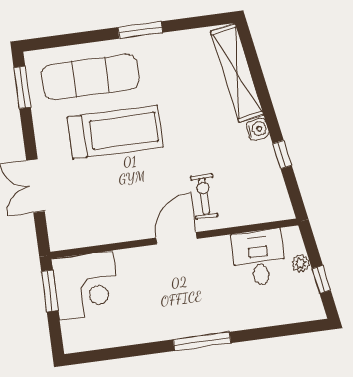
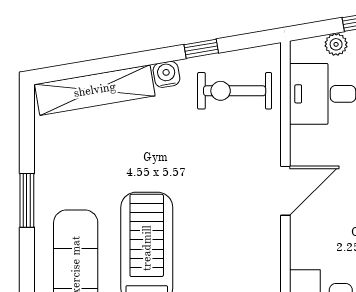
exercise bike: (204, 196) -> (235, 91), moved, width x1.38, depth x1.39
door: (176, 238) -> (285, 191), swing flipped

